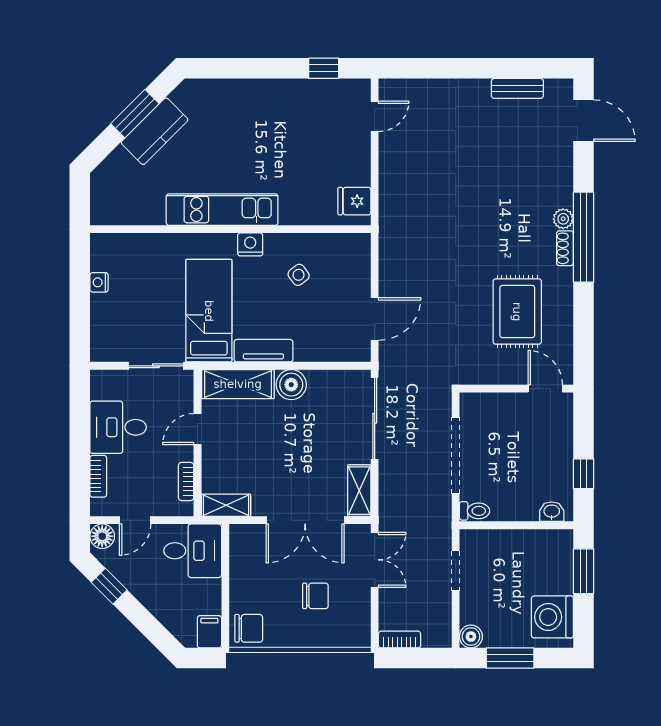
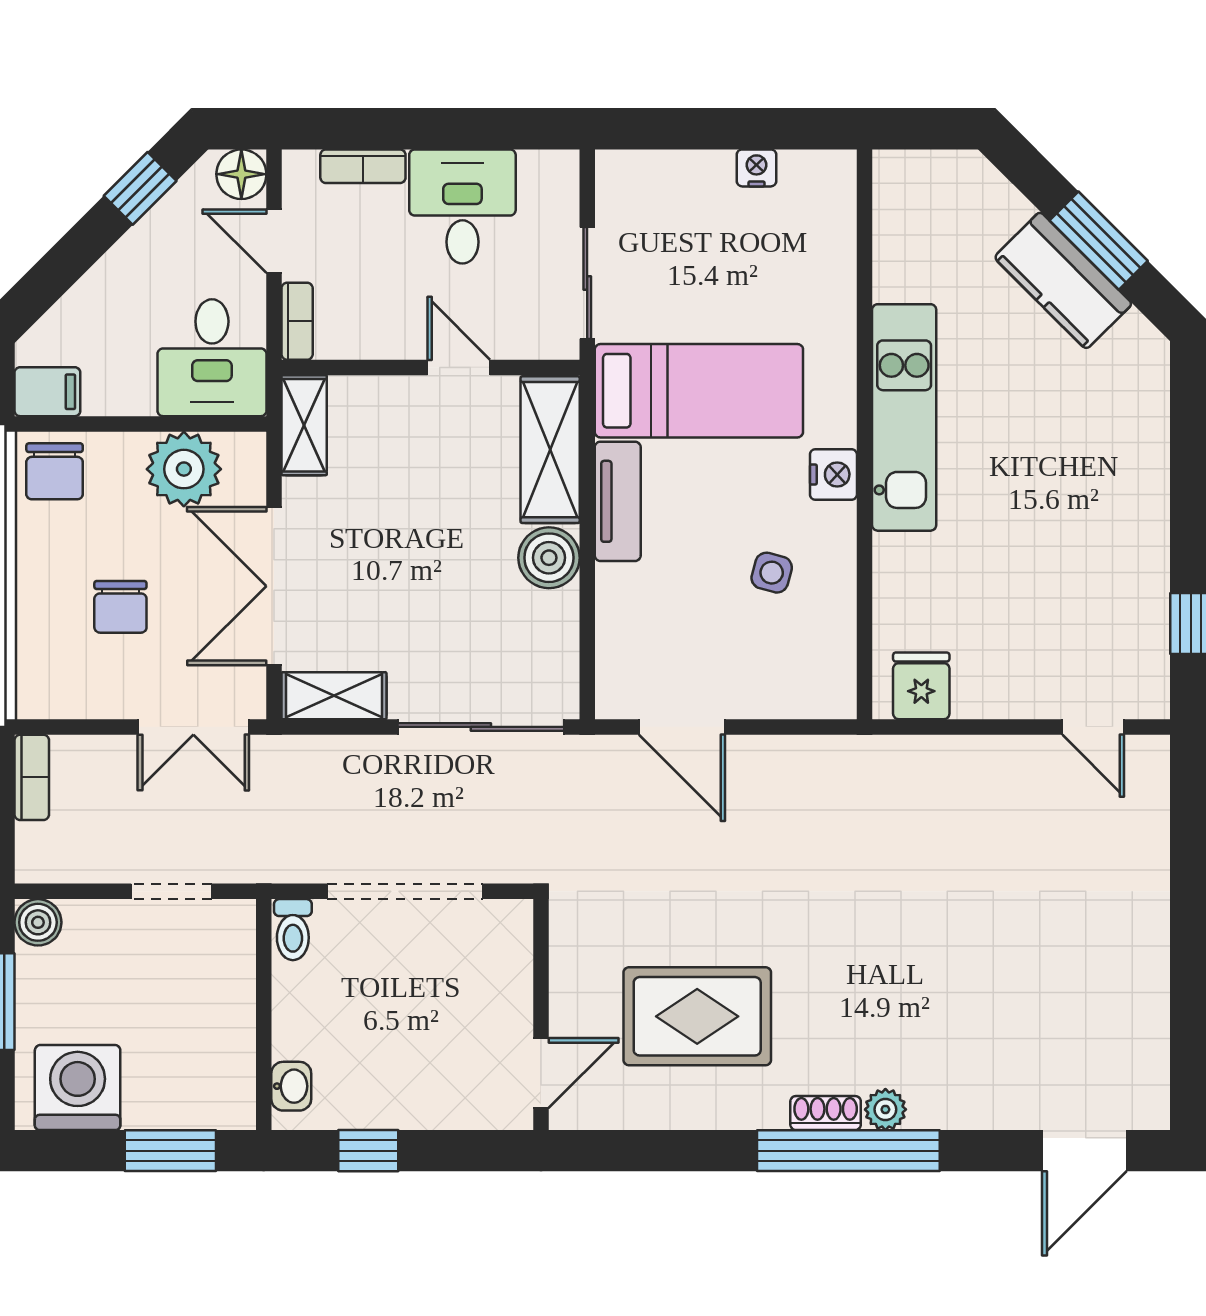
bench: (517, 88) -> (1150, 1016), removed
side table: (299, 275) -> (772, 573), turned -38
bookcase: (186, 481) -> (297, 321), moved, turned 90
plant: (248, 565) -> (184, 469), added

